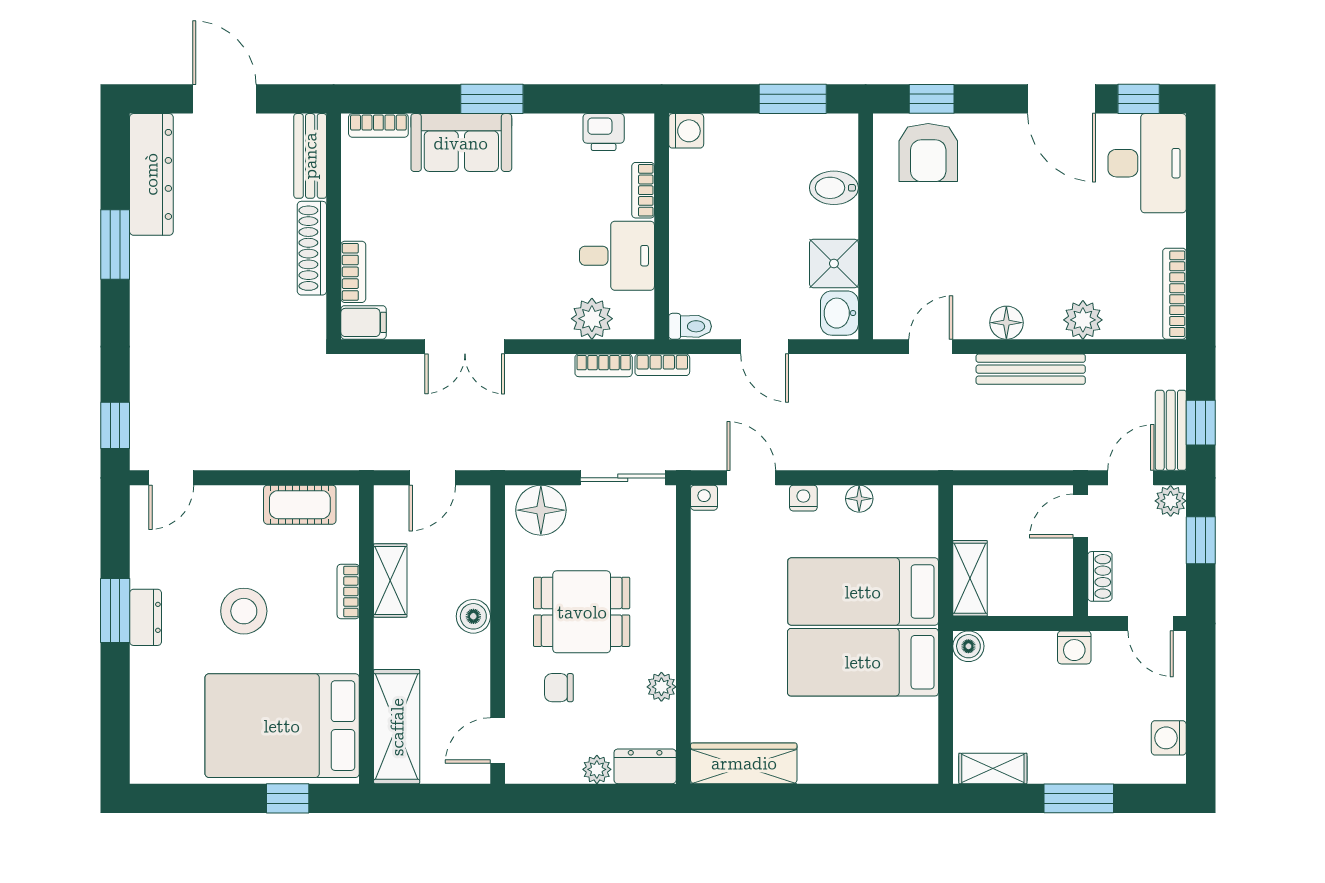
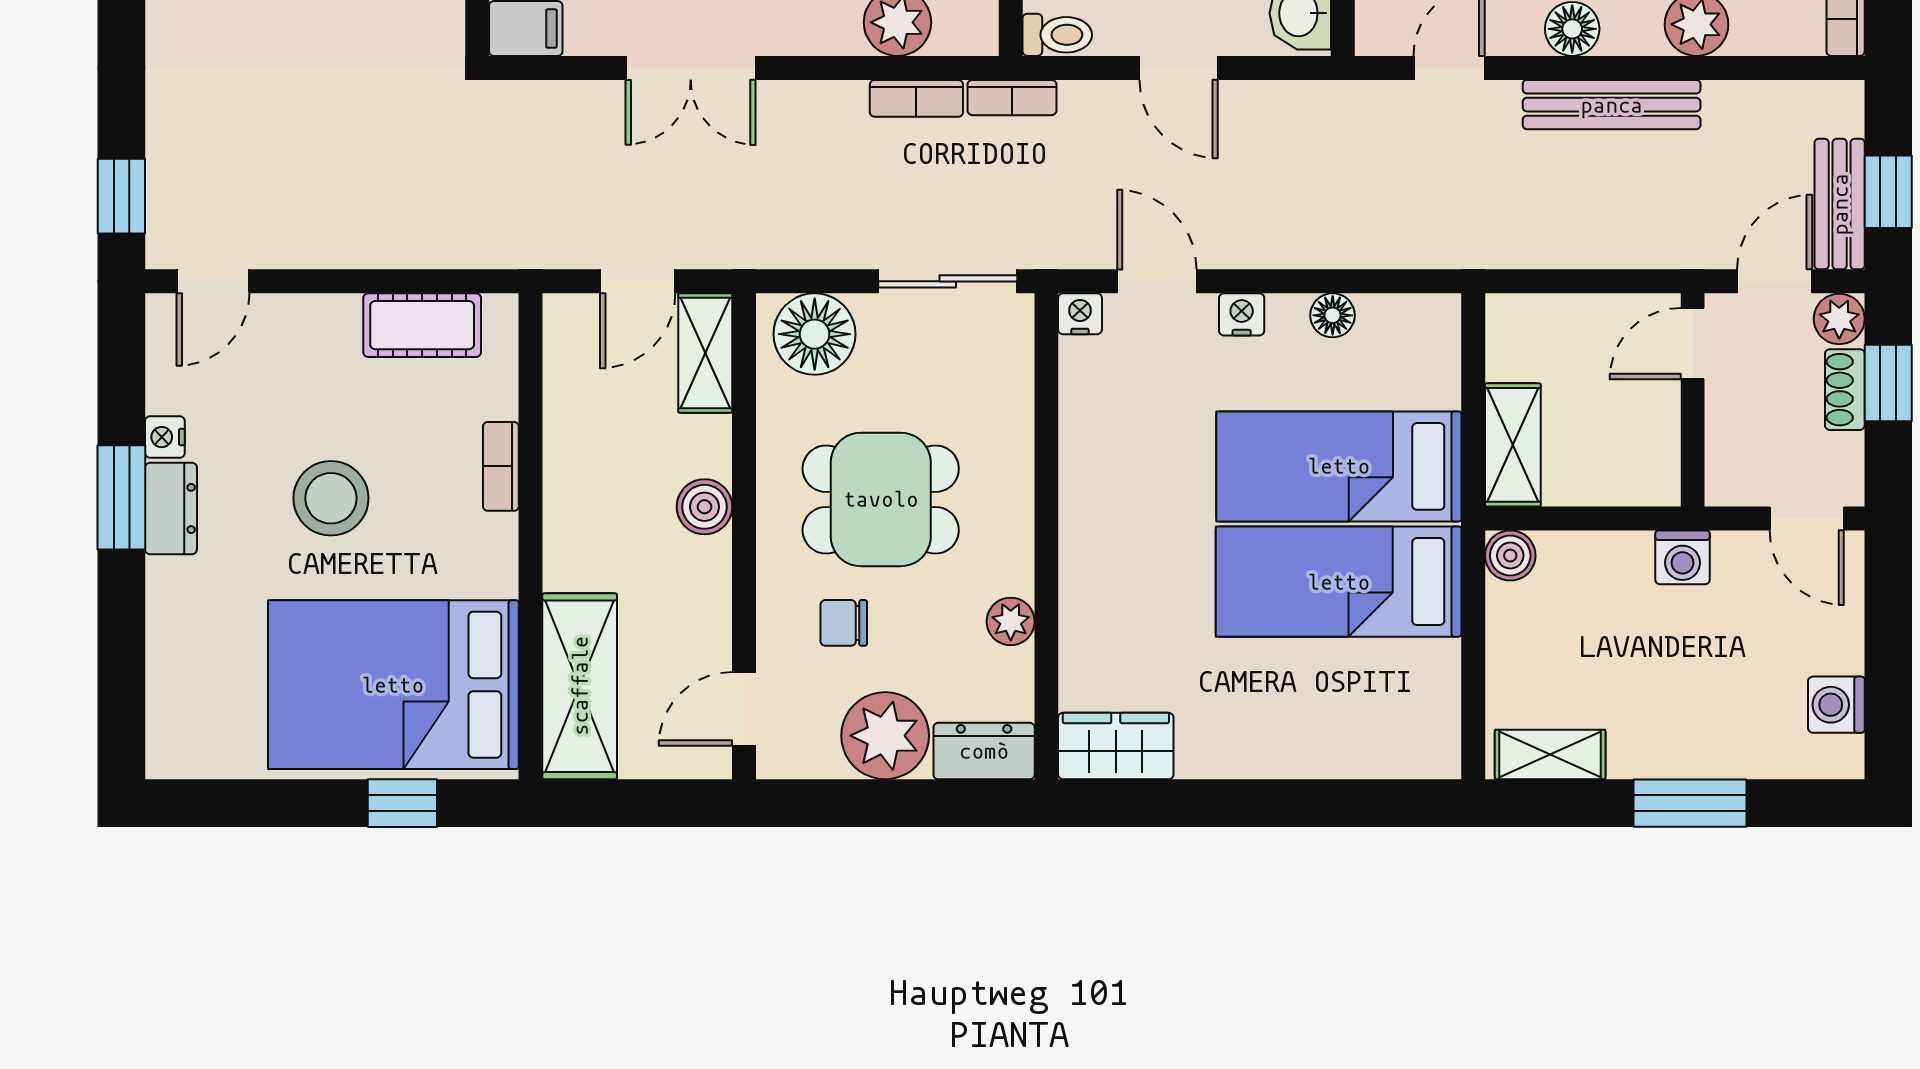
nightstand: (142, 573) -> (165, 437), added
shoe rack: (1100, 576) -> (1845, 390), moved, turned 180
shelving: (390, 580) -> (705, 353), moved
wardrobe: (744, 763) -> (1116, 746), width x0.67
plant: (597, 769) -> (885, 736), width x1.87, depth x1.87

